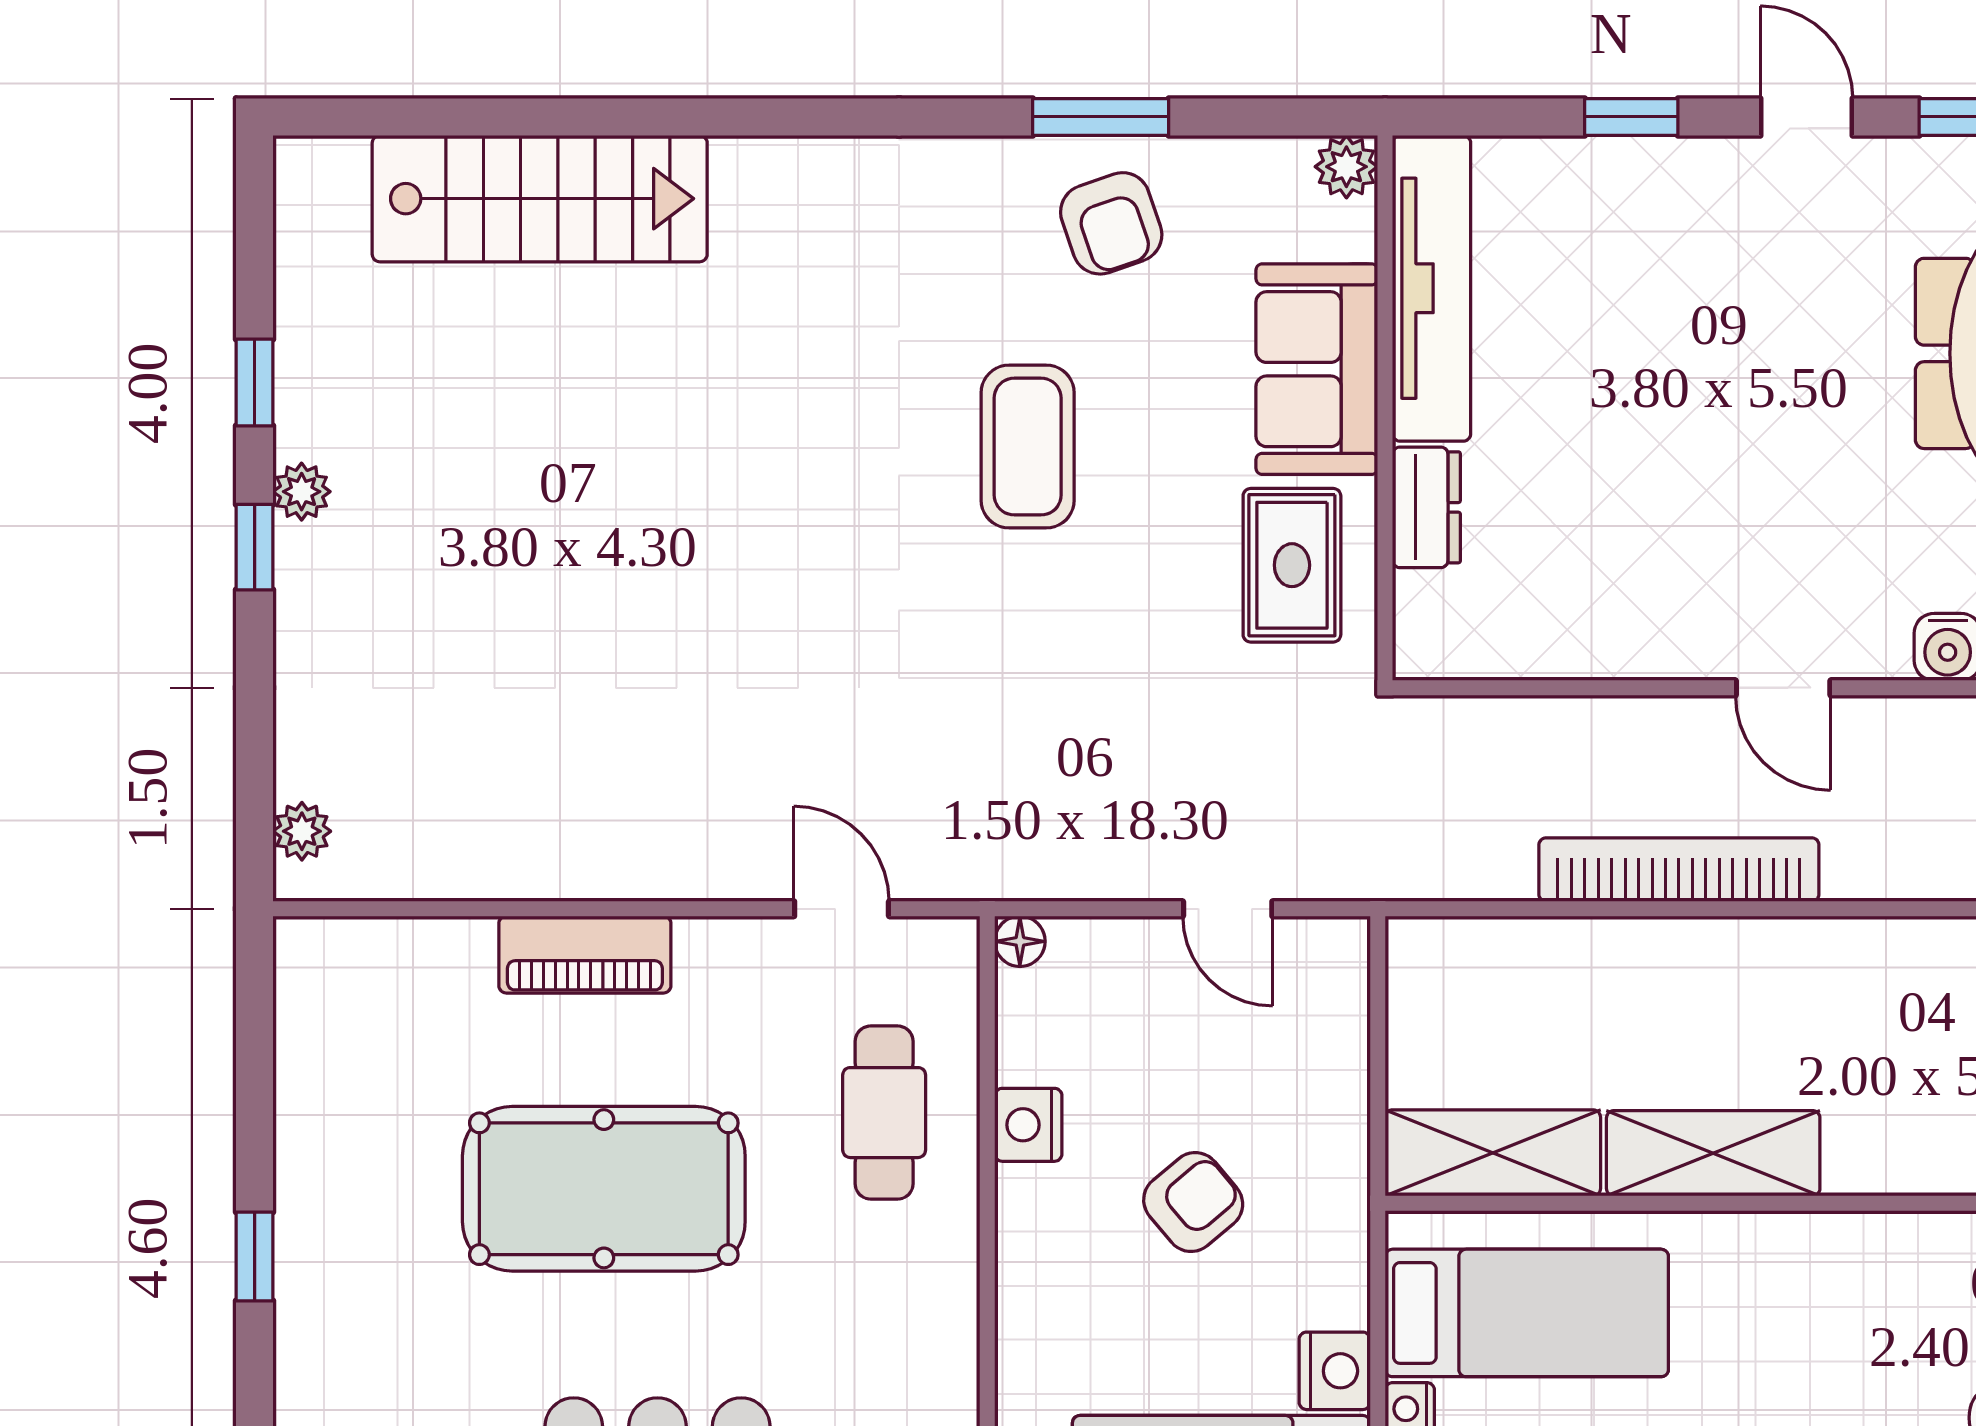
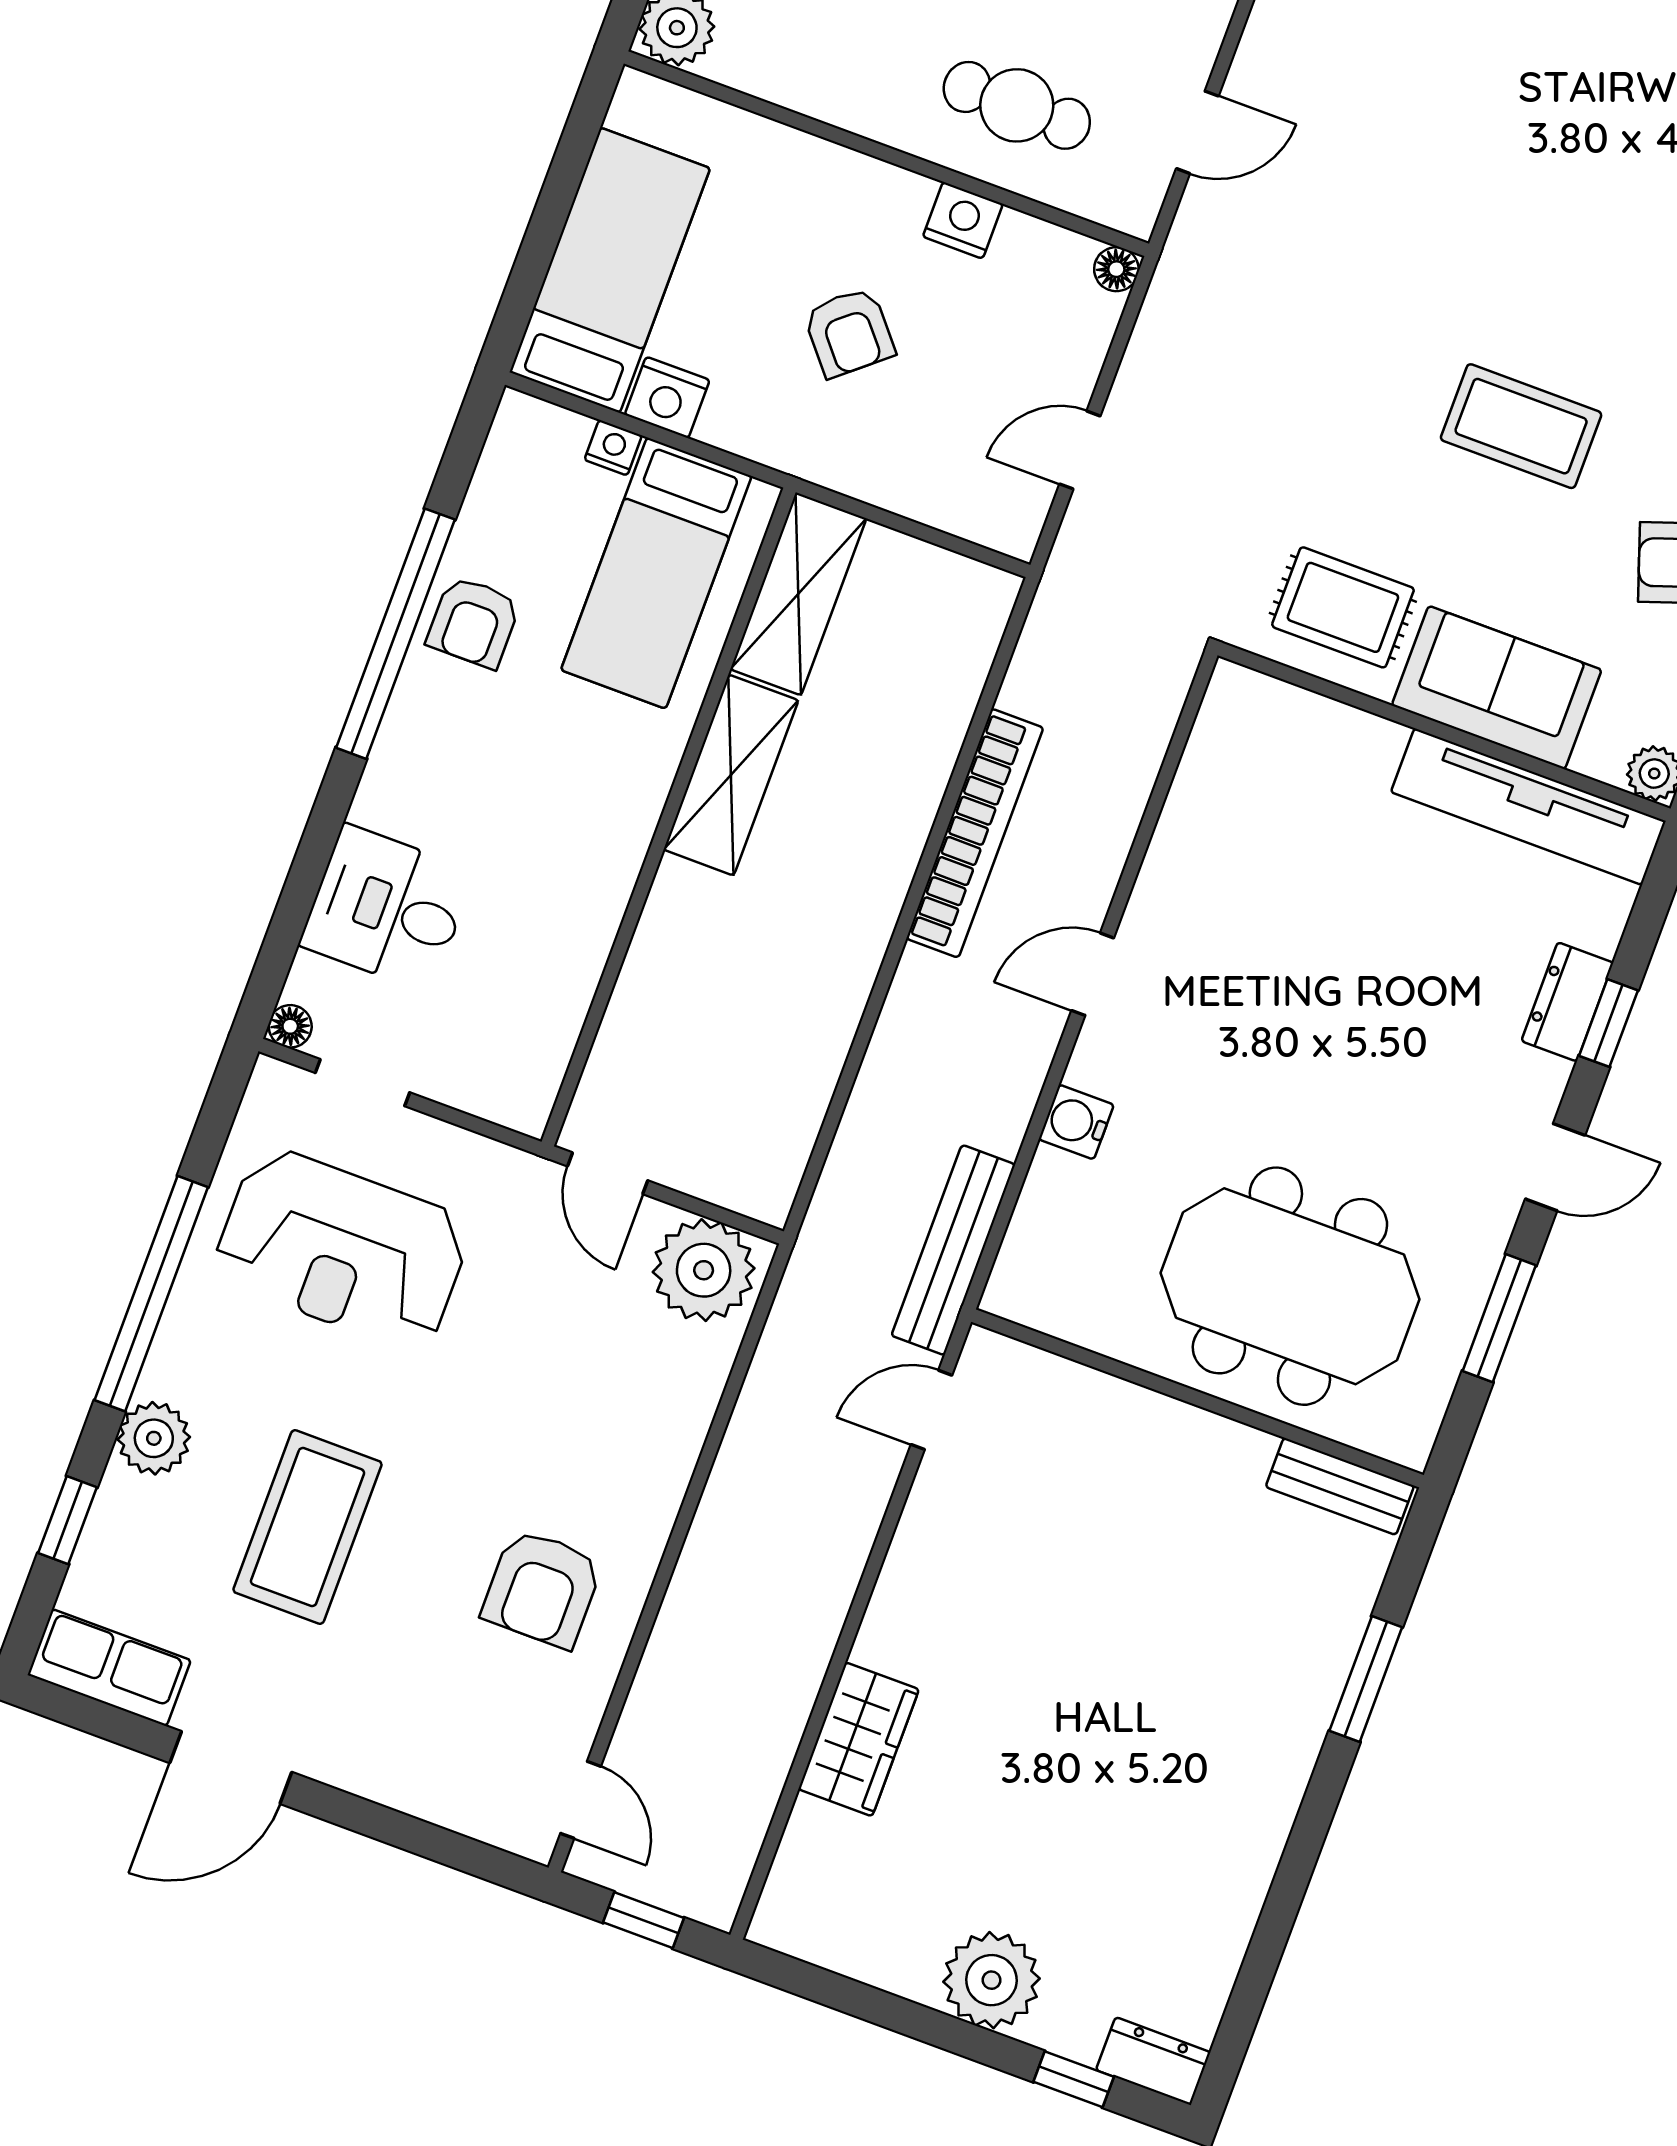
dresser: (1426, 507) -> (1567, 1002), moved, turned 90

